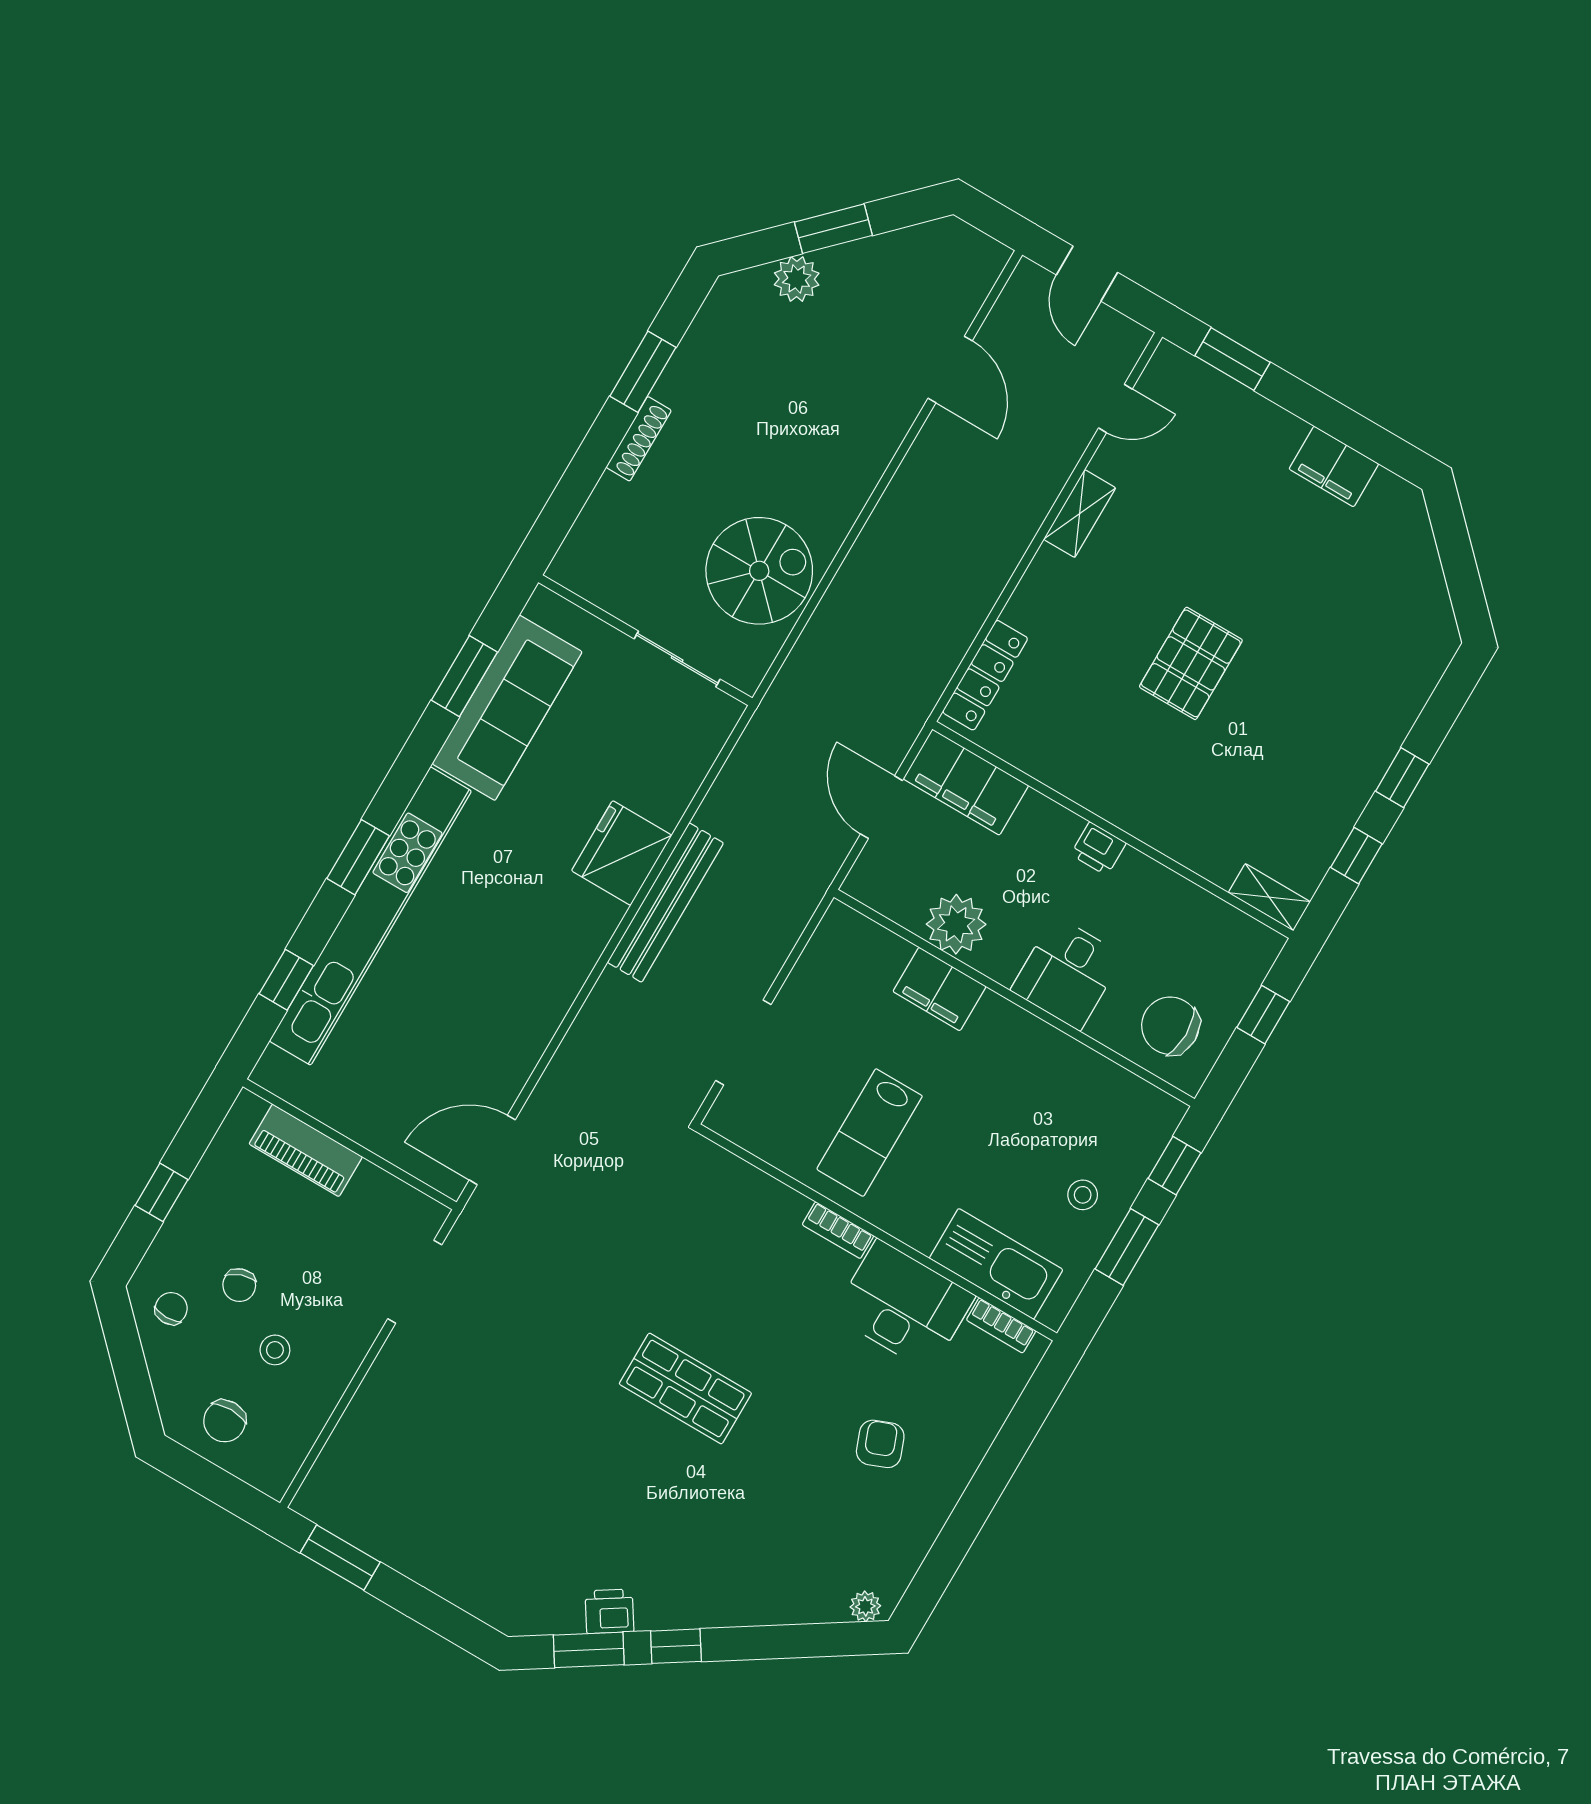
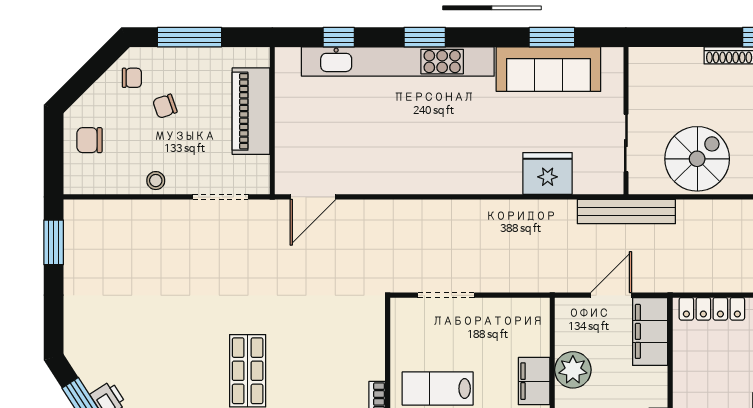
spiral stairs: (759, 571) -> (697, 159), turned -90
fridge: (622, 853) -> (548, 173), moved
bench: (665, 903) -> (626, 211), moved
piano: (306, 1150) -> (251, 111), width x1.37, depth x1.33
door: (492, 1150) -> (313, 197), swing flipped
window: (161, 1192) -> (190, 37), width x2.17
stool: (275, 1350) -> (156, 181), moved

